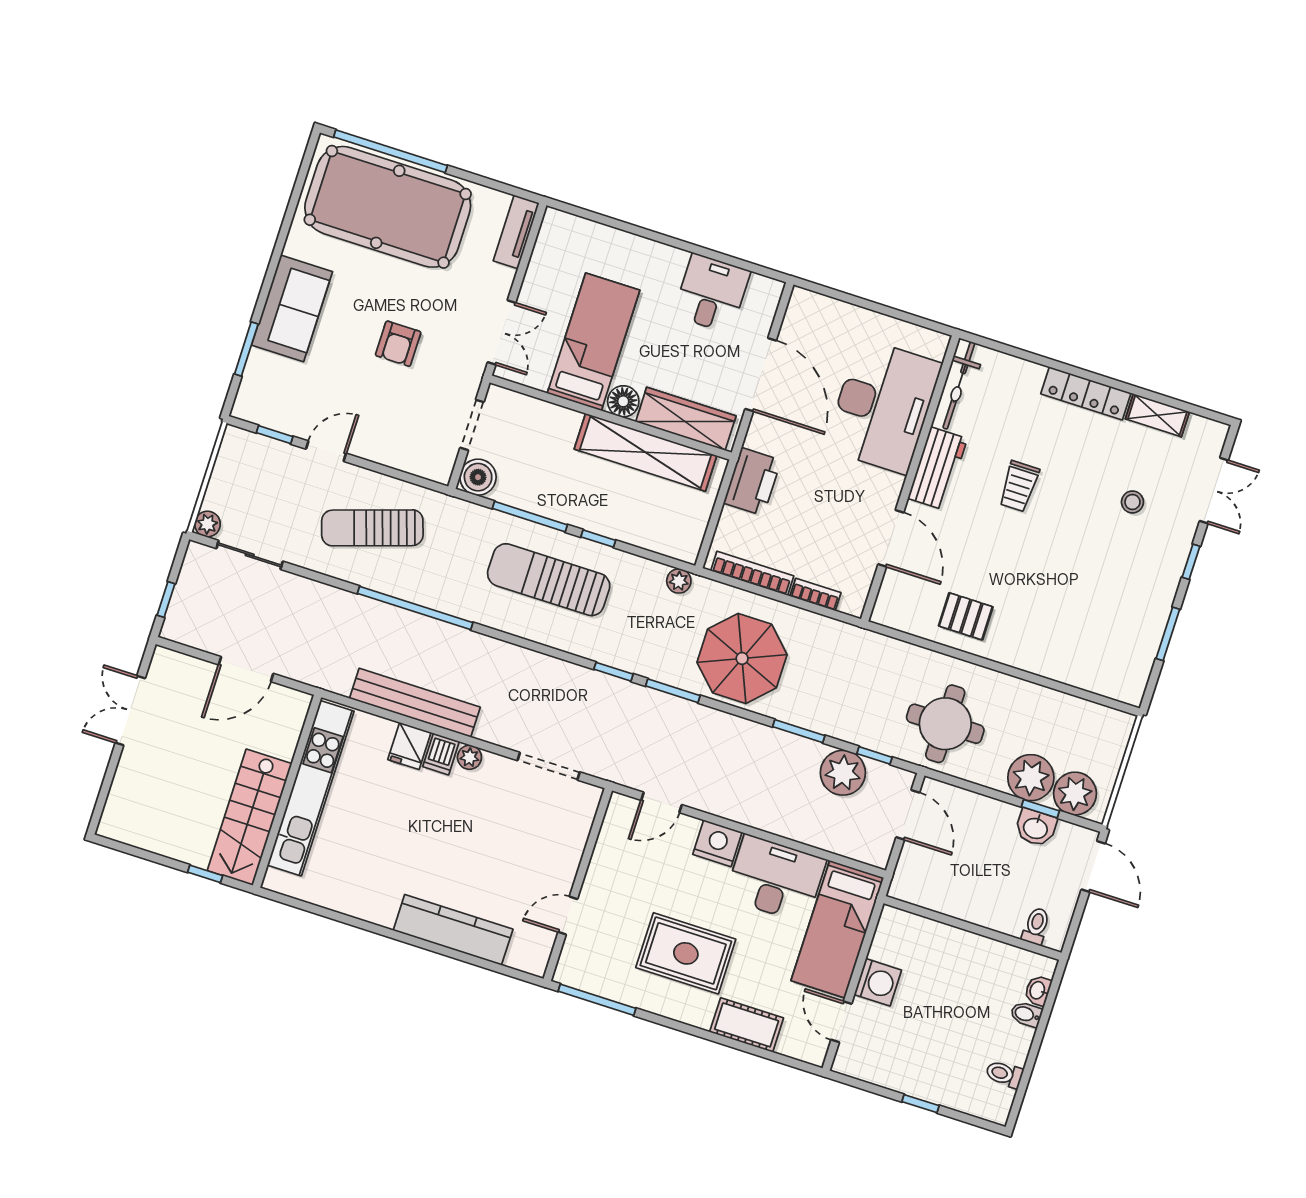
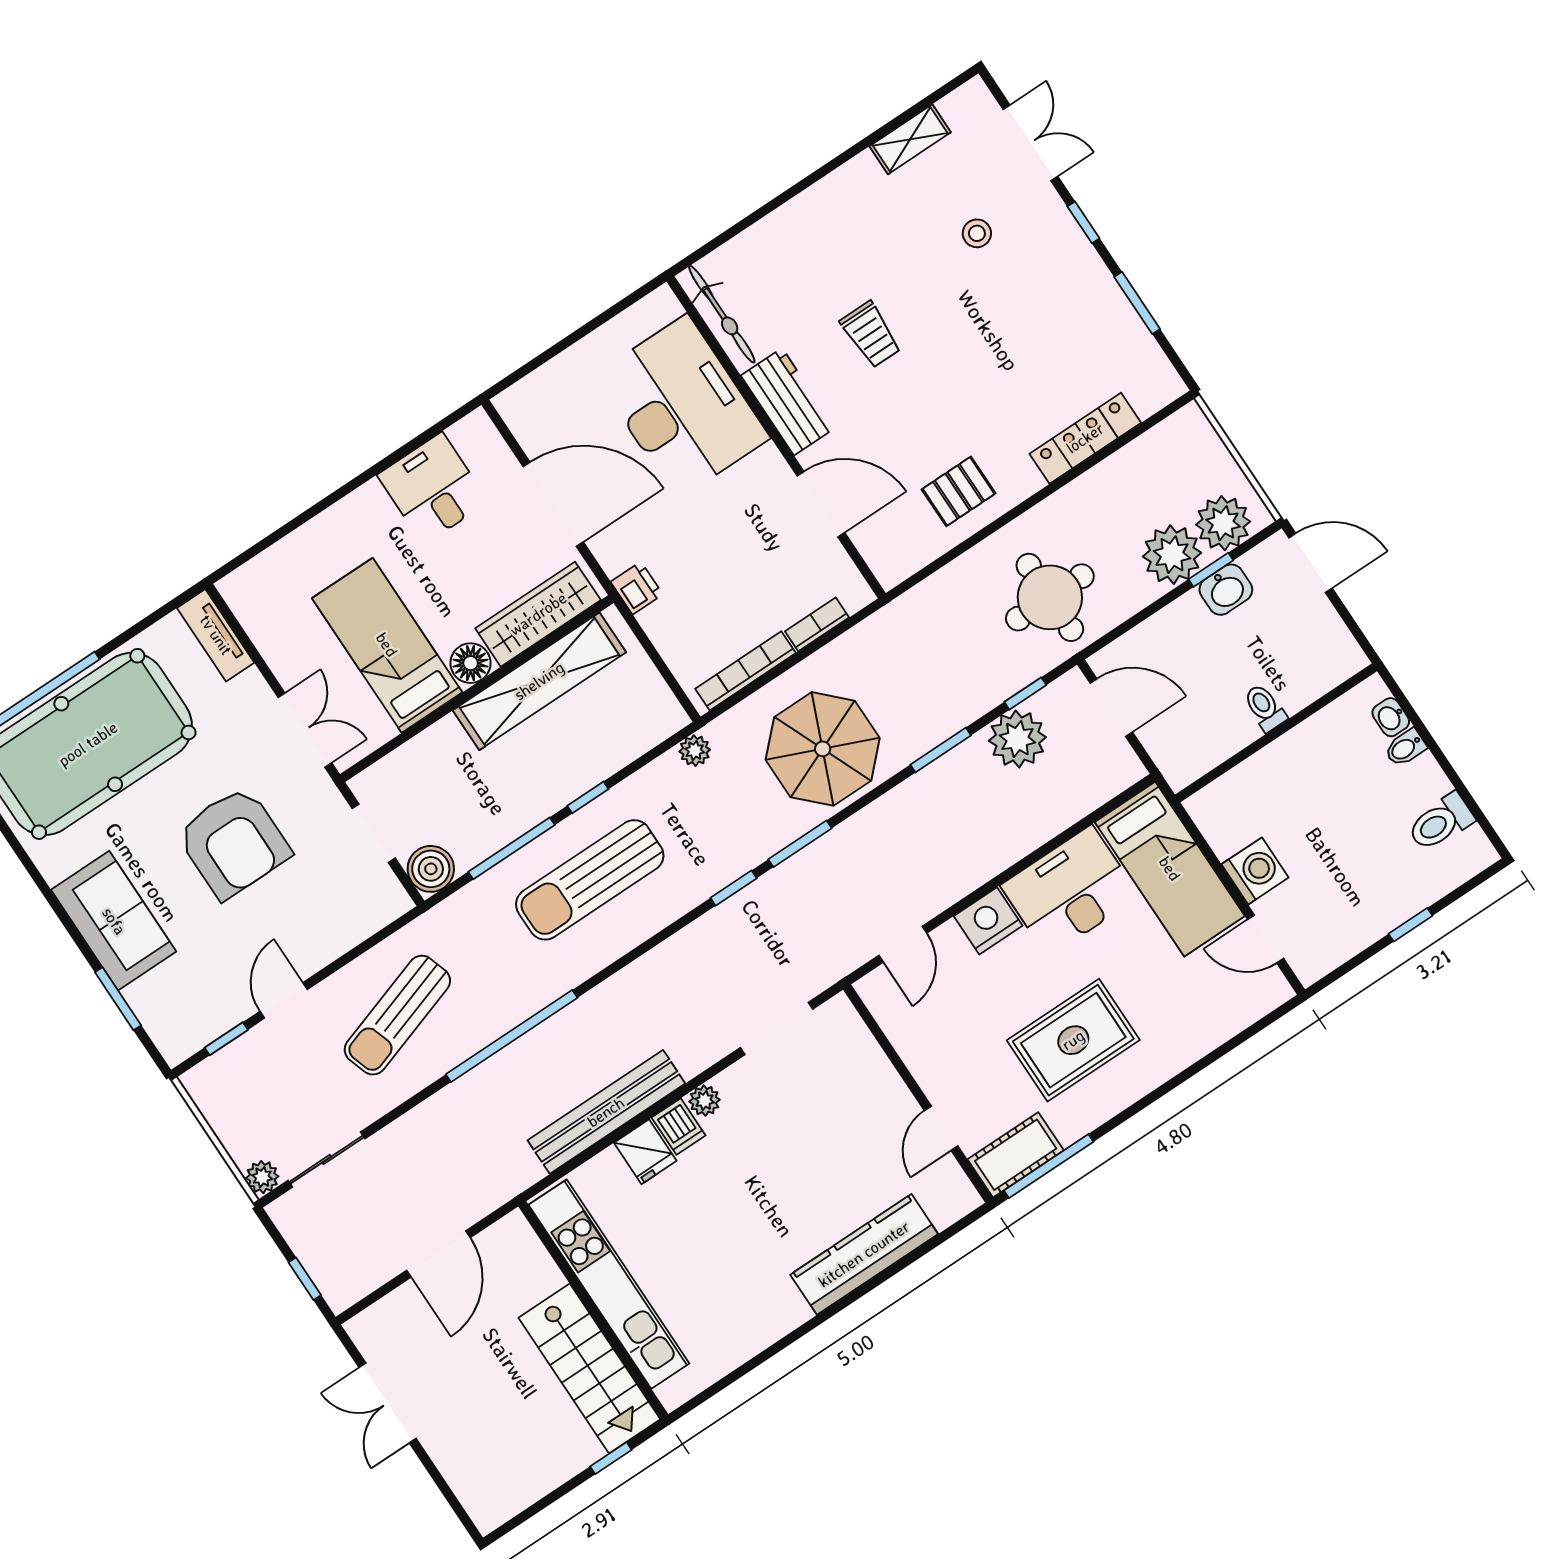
armchair: (398, 344) -> (234, 843), width x1.88, depth x1.88
locker: (1086, 393) -> (1085, 438), moved, turned 180
printer: (752, 482) -> (637, 588), width x0.53, depth x0.68
toilet: (1036, 926) -> (1265, 708), moved
cot: (747, 1025) -> (1016, 1155), moved
toilet: (1004, 1074) -> (1441, 822), width x1.37, depth x1.39

